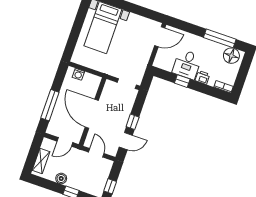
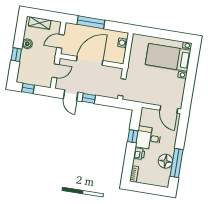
floor lamp: (231, 56) -> (165, 161), moved
door: (65, 142) -> (60, 41), hinge flipped

